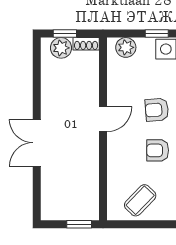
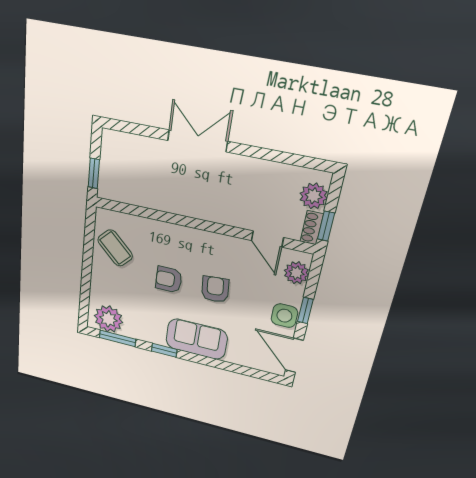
window: (65, 34) -> (326, 226), moved
door: (103, 119) -> (267, 239), moved
armchair: (158, 150) -> (169, 279), turned -90

